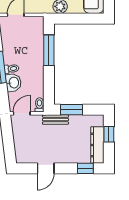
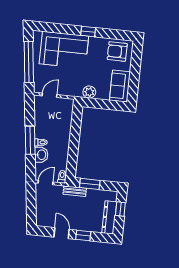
window: (49, 50) -> (75, 130), removed
door: (46, 168) -> (62, 233), swing flipped
window: (85, 168) -> (83, 235), moved

